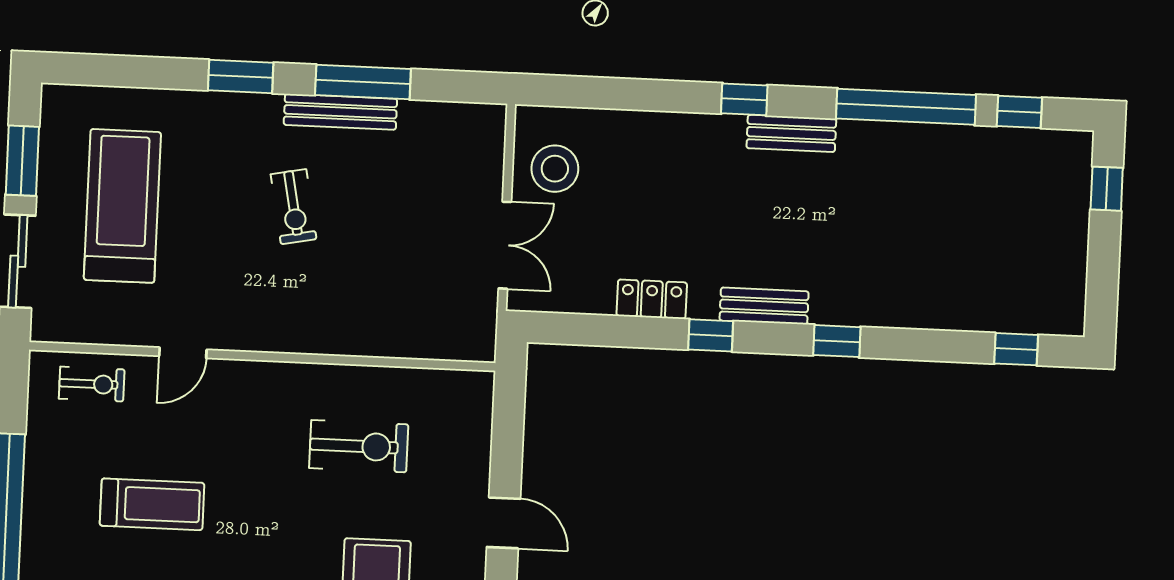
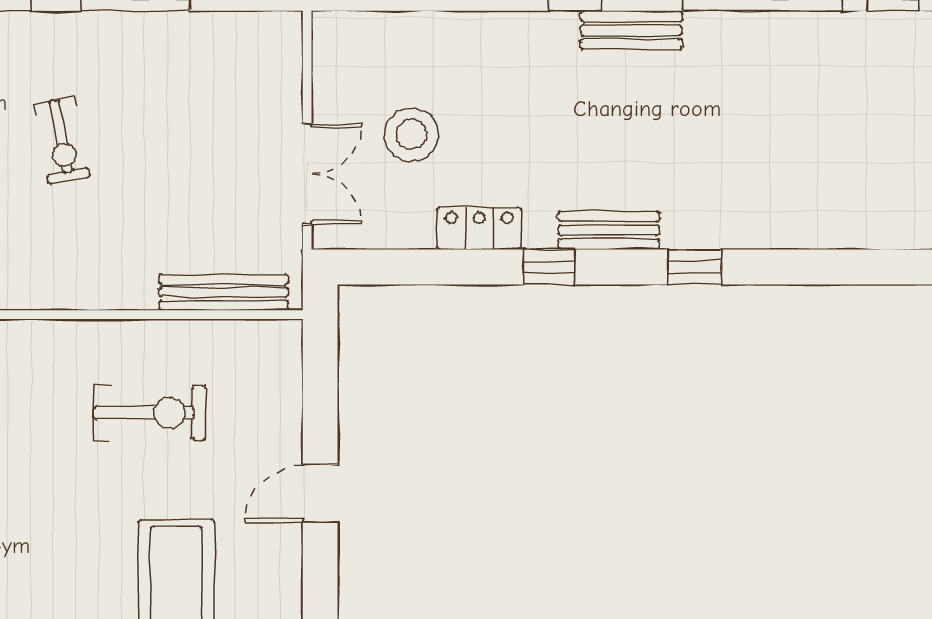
bench: (340, 112) -> (224, 292), moved
stool: (555, 169) -> (411, 134), moved
window: (1016, 349) -> (901, 267), removed
door: (503, 523) -> (320, 494), swing flipped

